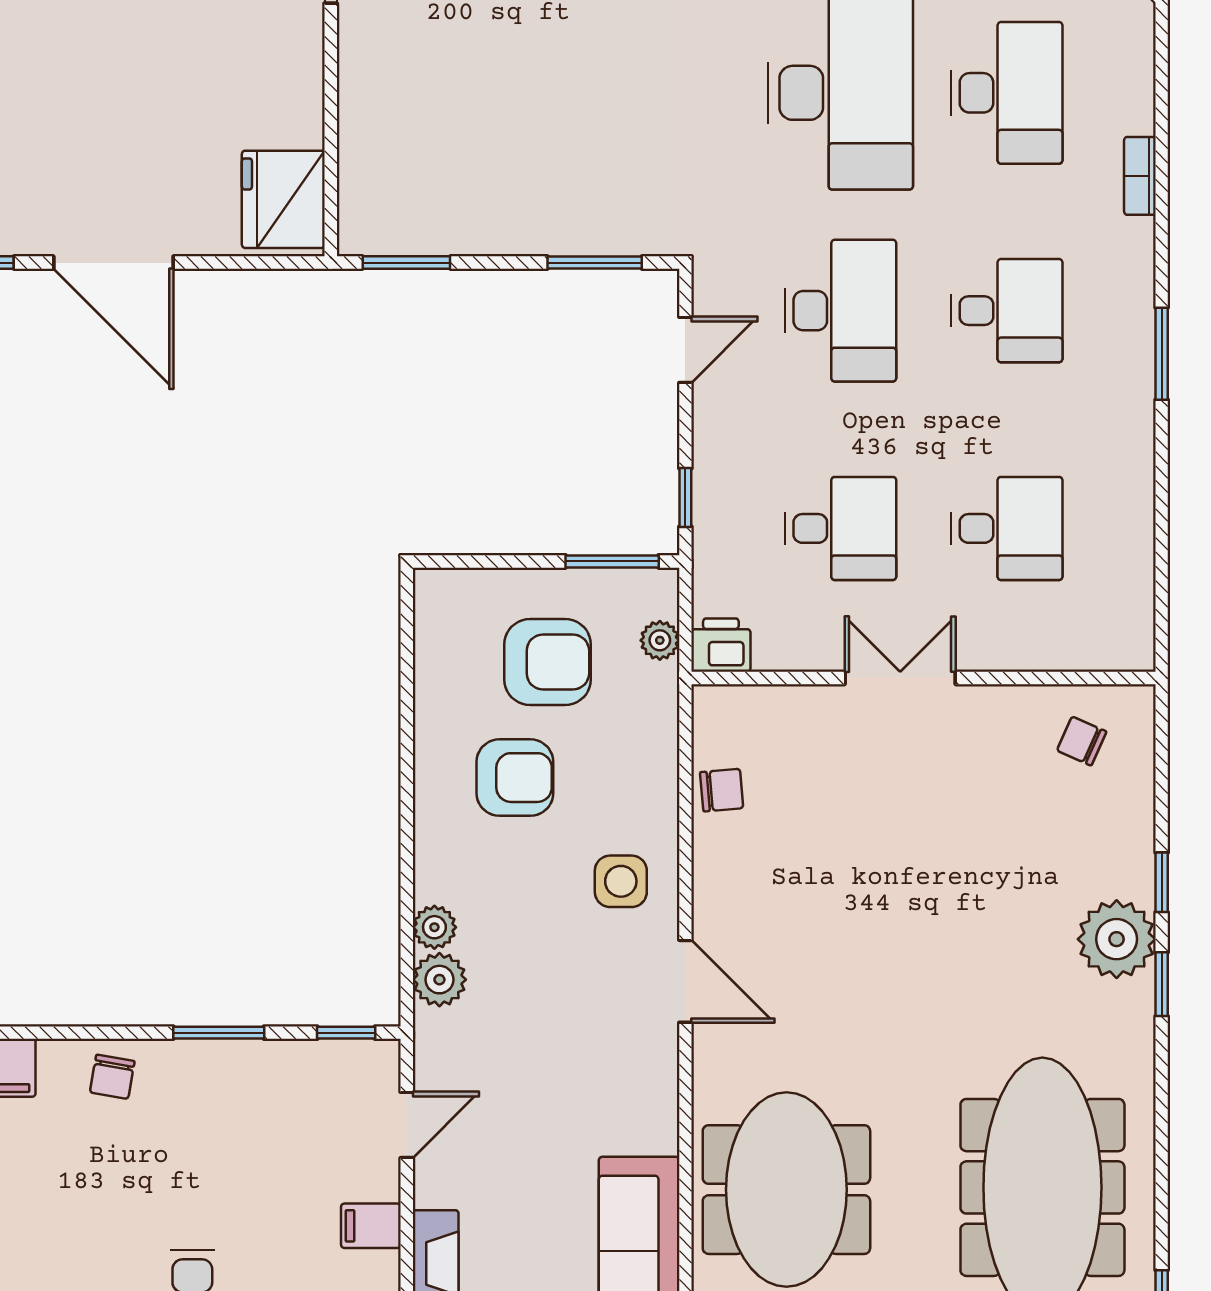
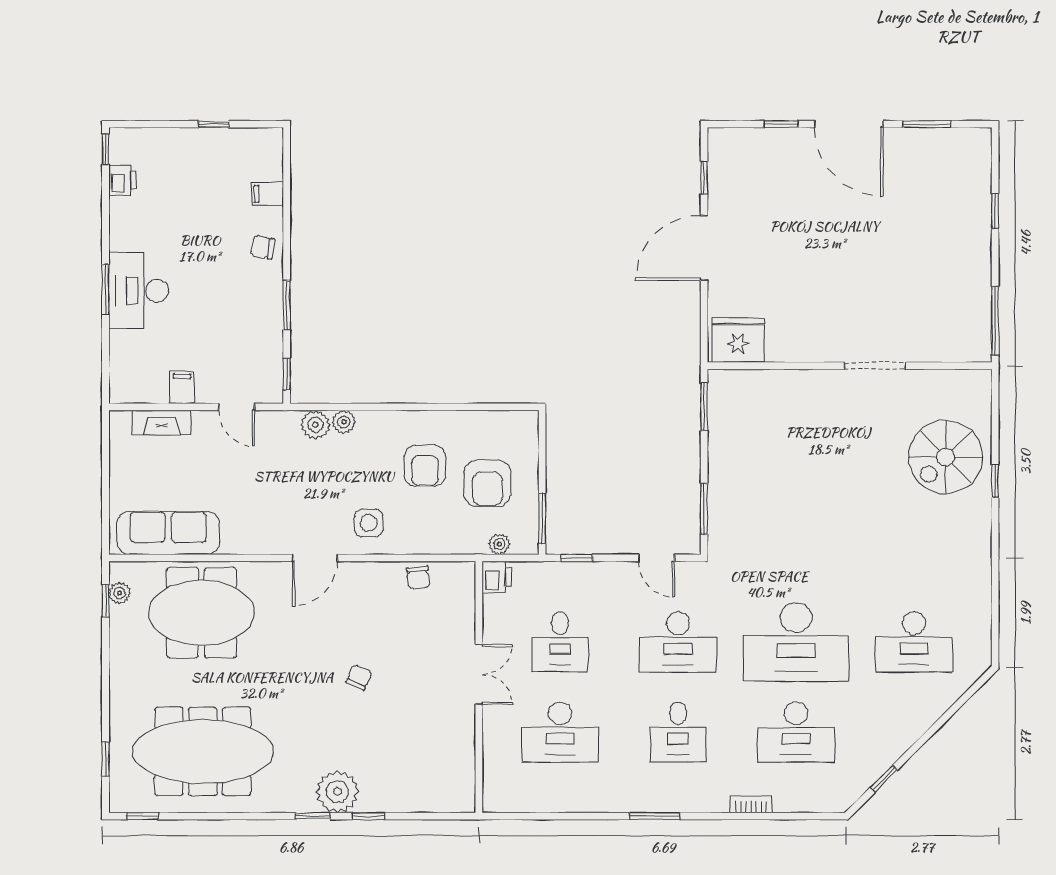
desk: (1007, 528) -> (560, 732), width x1.37
chair: (1082, 741) -> (359, 677), moved

